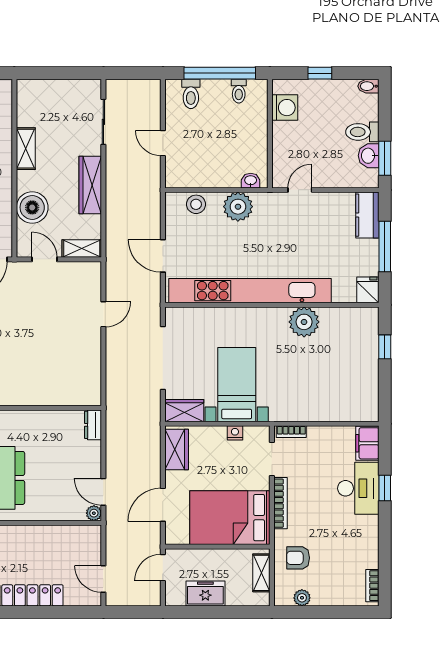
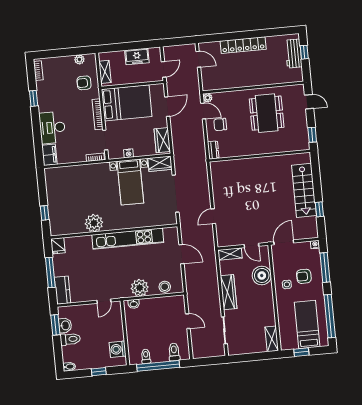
shelving: (26, 149) -> (272, 339), moved
kitchen unit: (250, 291) -> (128, 239), width x0.73
chair: (77, 466) -> (220, 124), added
window: (385, 488) -> (34, 98), moved
armchair: (298, 558) -> (84, 83), turned 180

